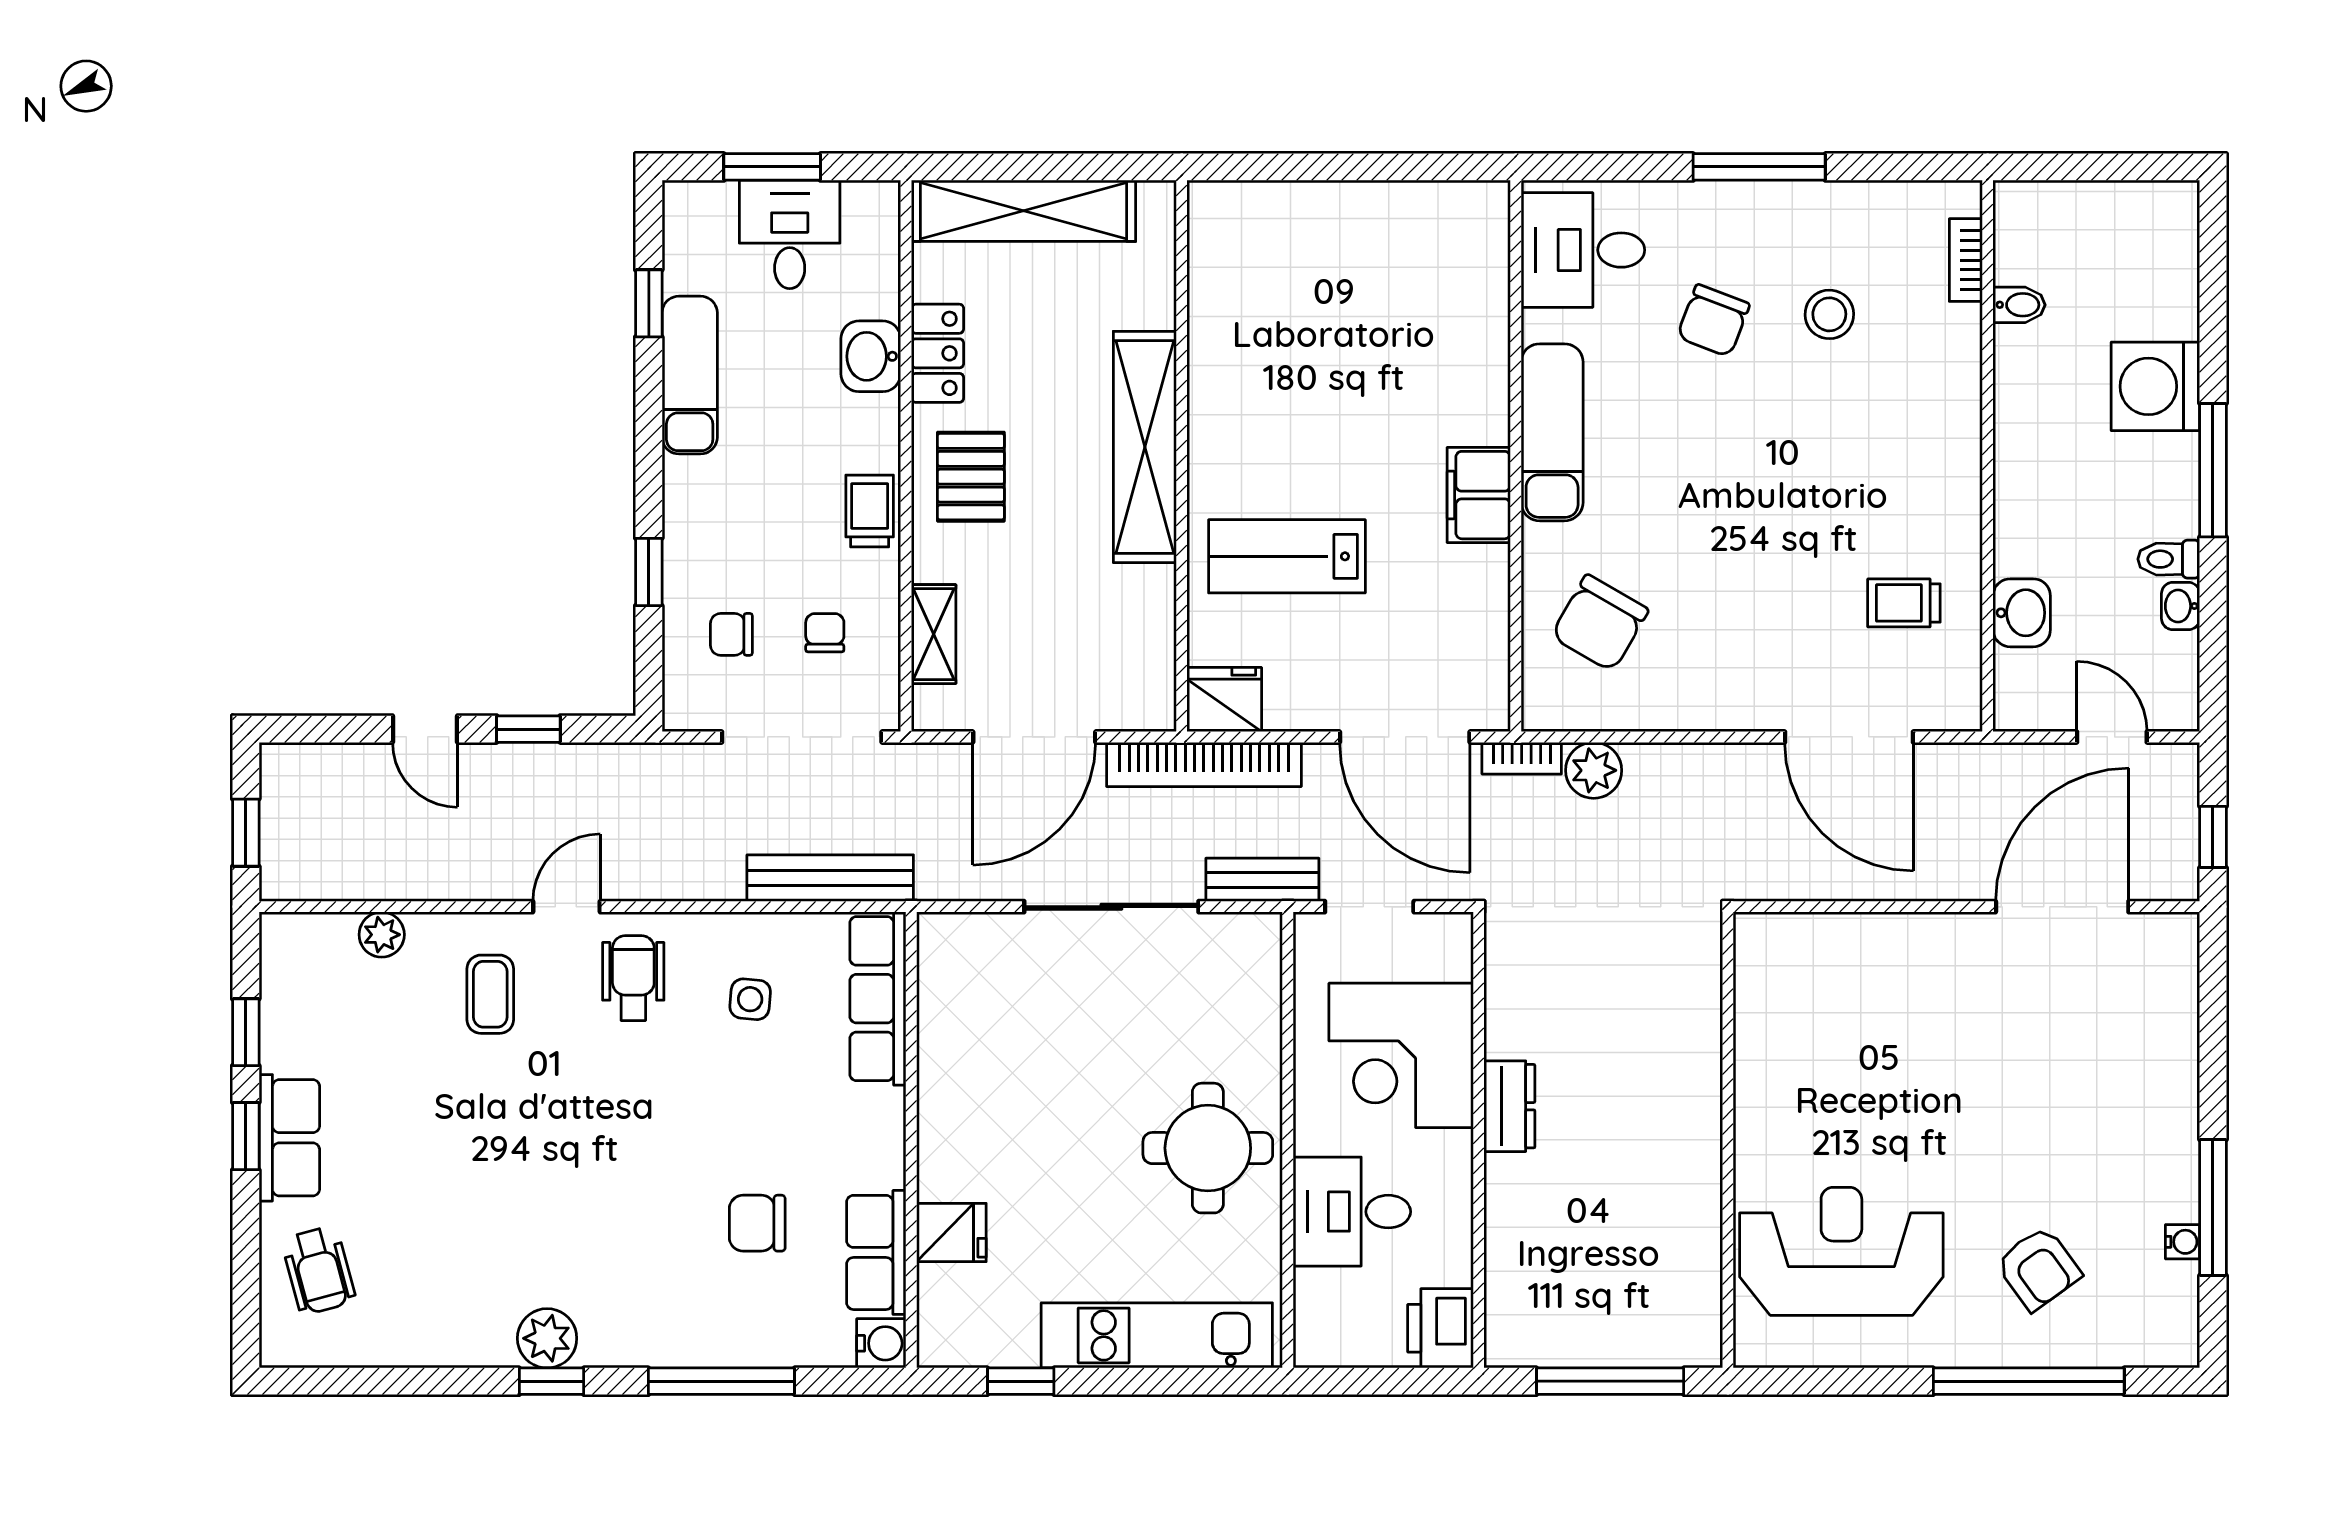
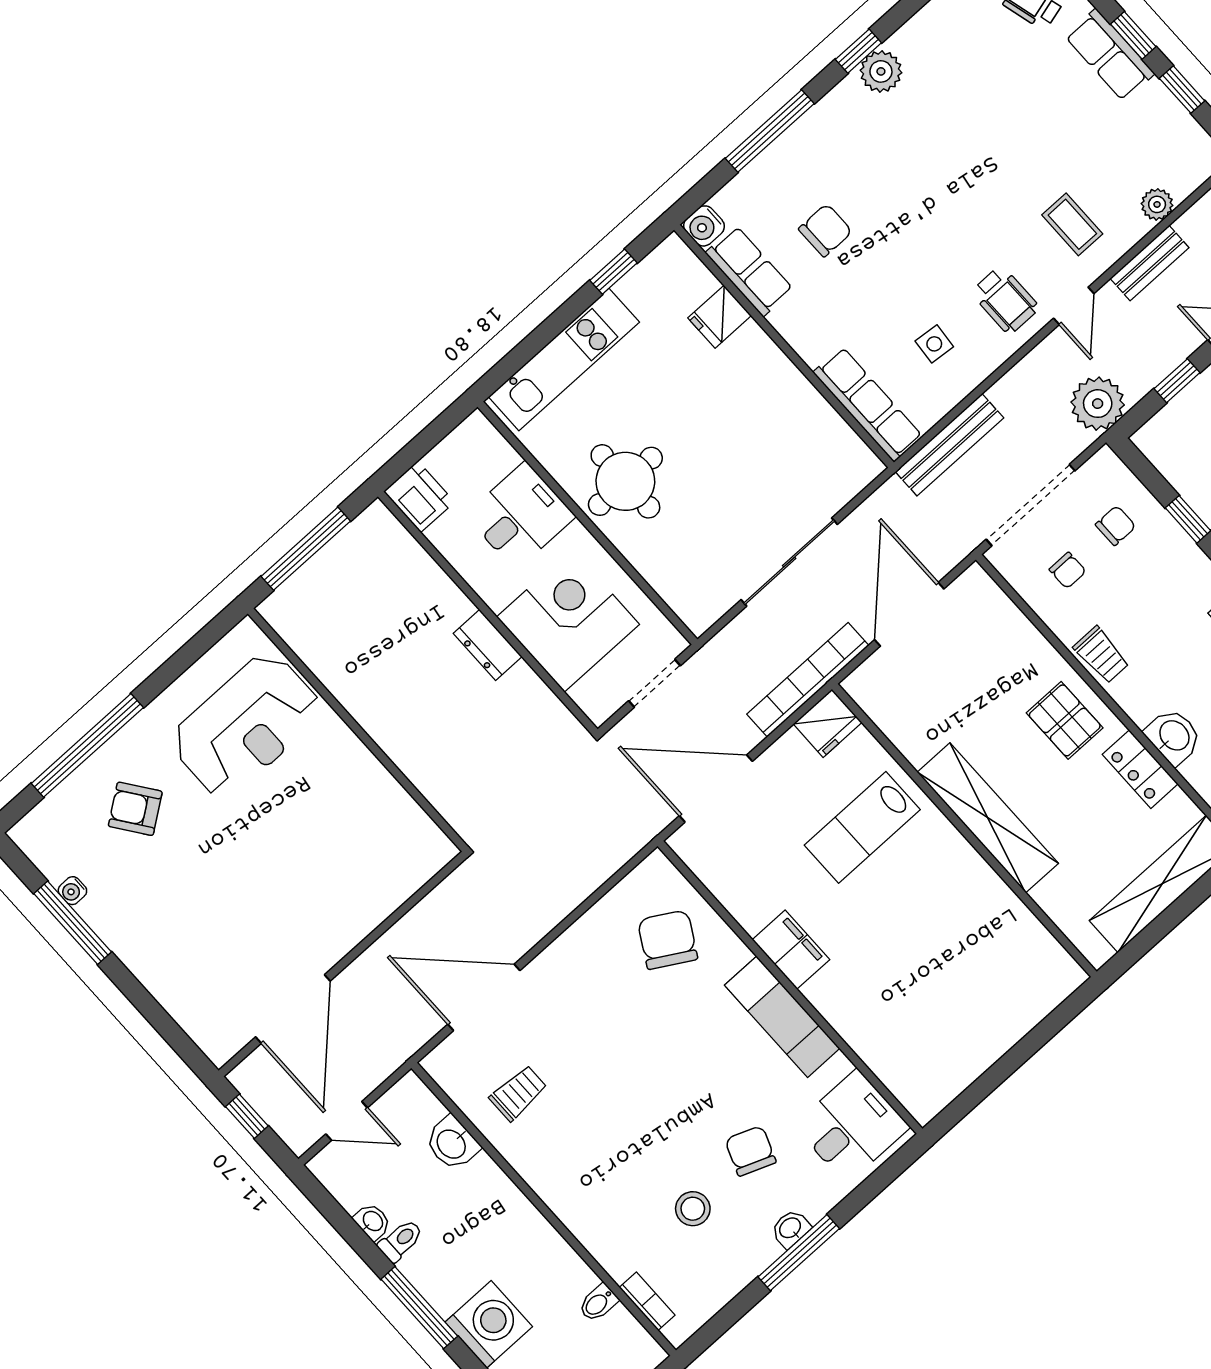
washbasin: (1745, 200) -> (791, 1228), added
lab bench: (1287, 556) -> (862, 827), turned 180
shelving: (934, 634) -> (1010, 621), removed
bookcase: (1522, 758) -> (645, 832), removed
plant: (1594, 770) -> (1098, 404), moved, width x1.36, depth x1.36
bench: (1262, 880) -> (1150, 263), moved

